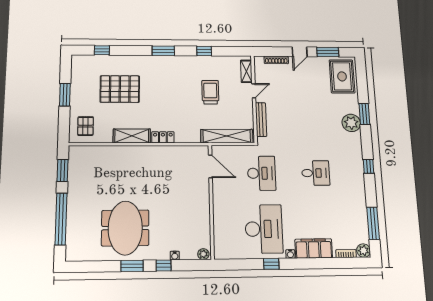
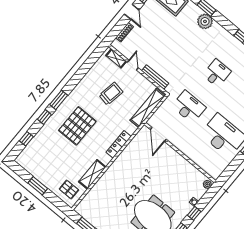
window: (204, 51) -> (44, 117), moved
pallet: (120, 89) -> (77, 126), moved
trolley: (210, 92) -> (111, 94), turned 100
shelving: (132, 136) -> (92, 174), moved
locker: (163, 137) -> (119, 144), width x1.53
door: (210, 166) -> (158, 134), swing flipped

